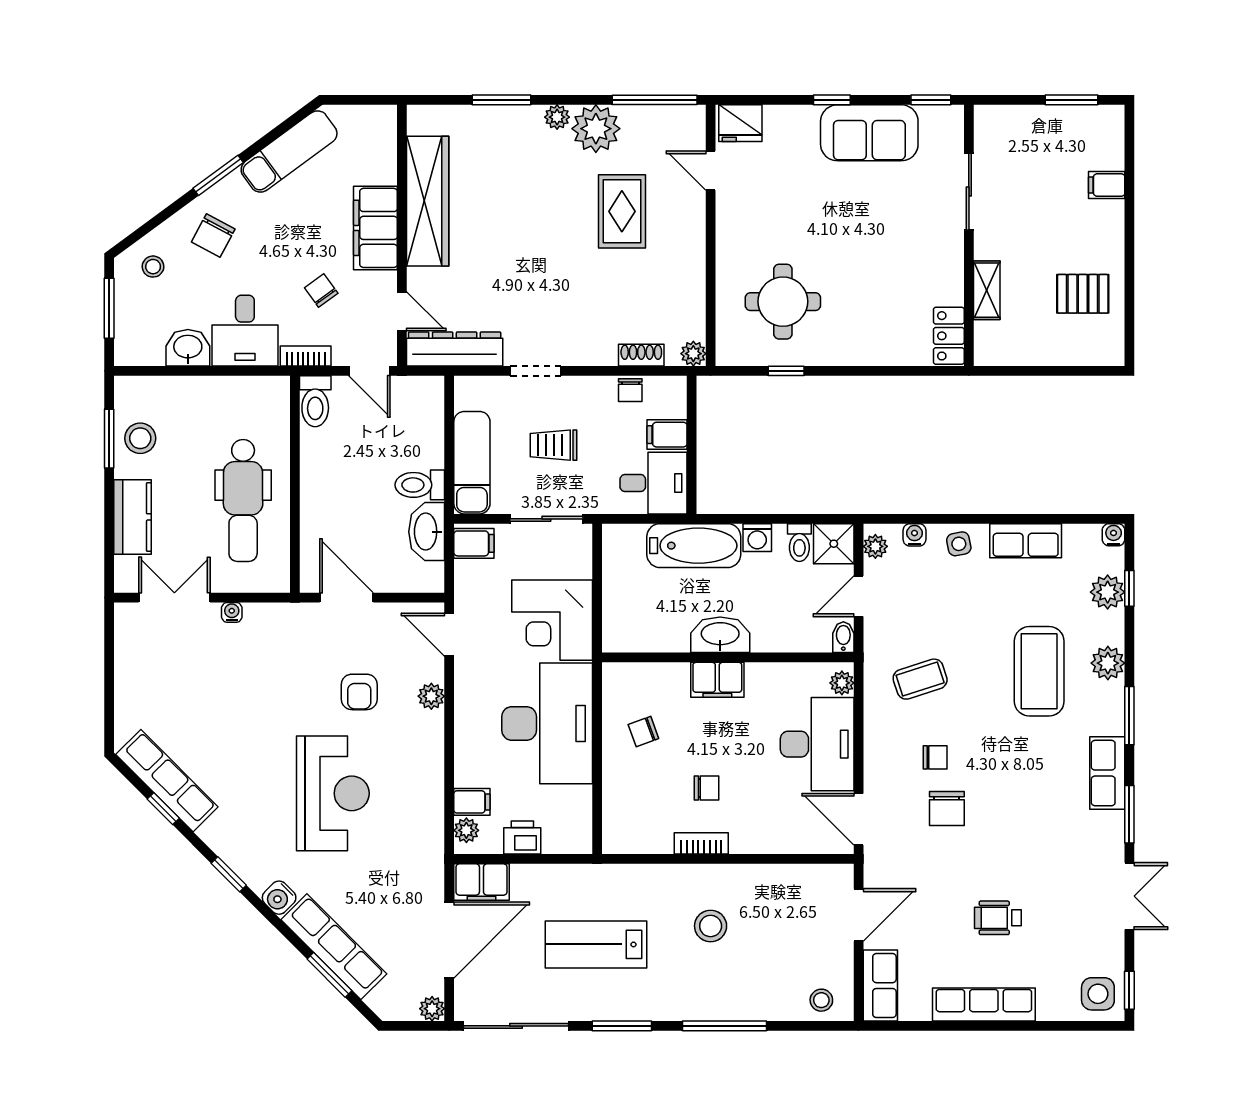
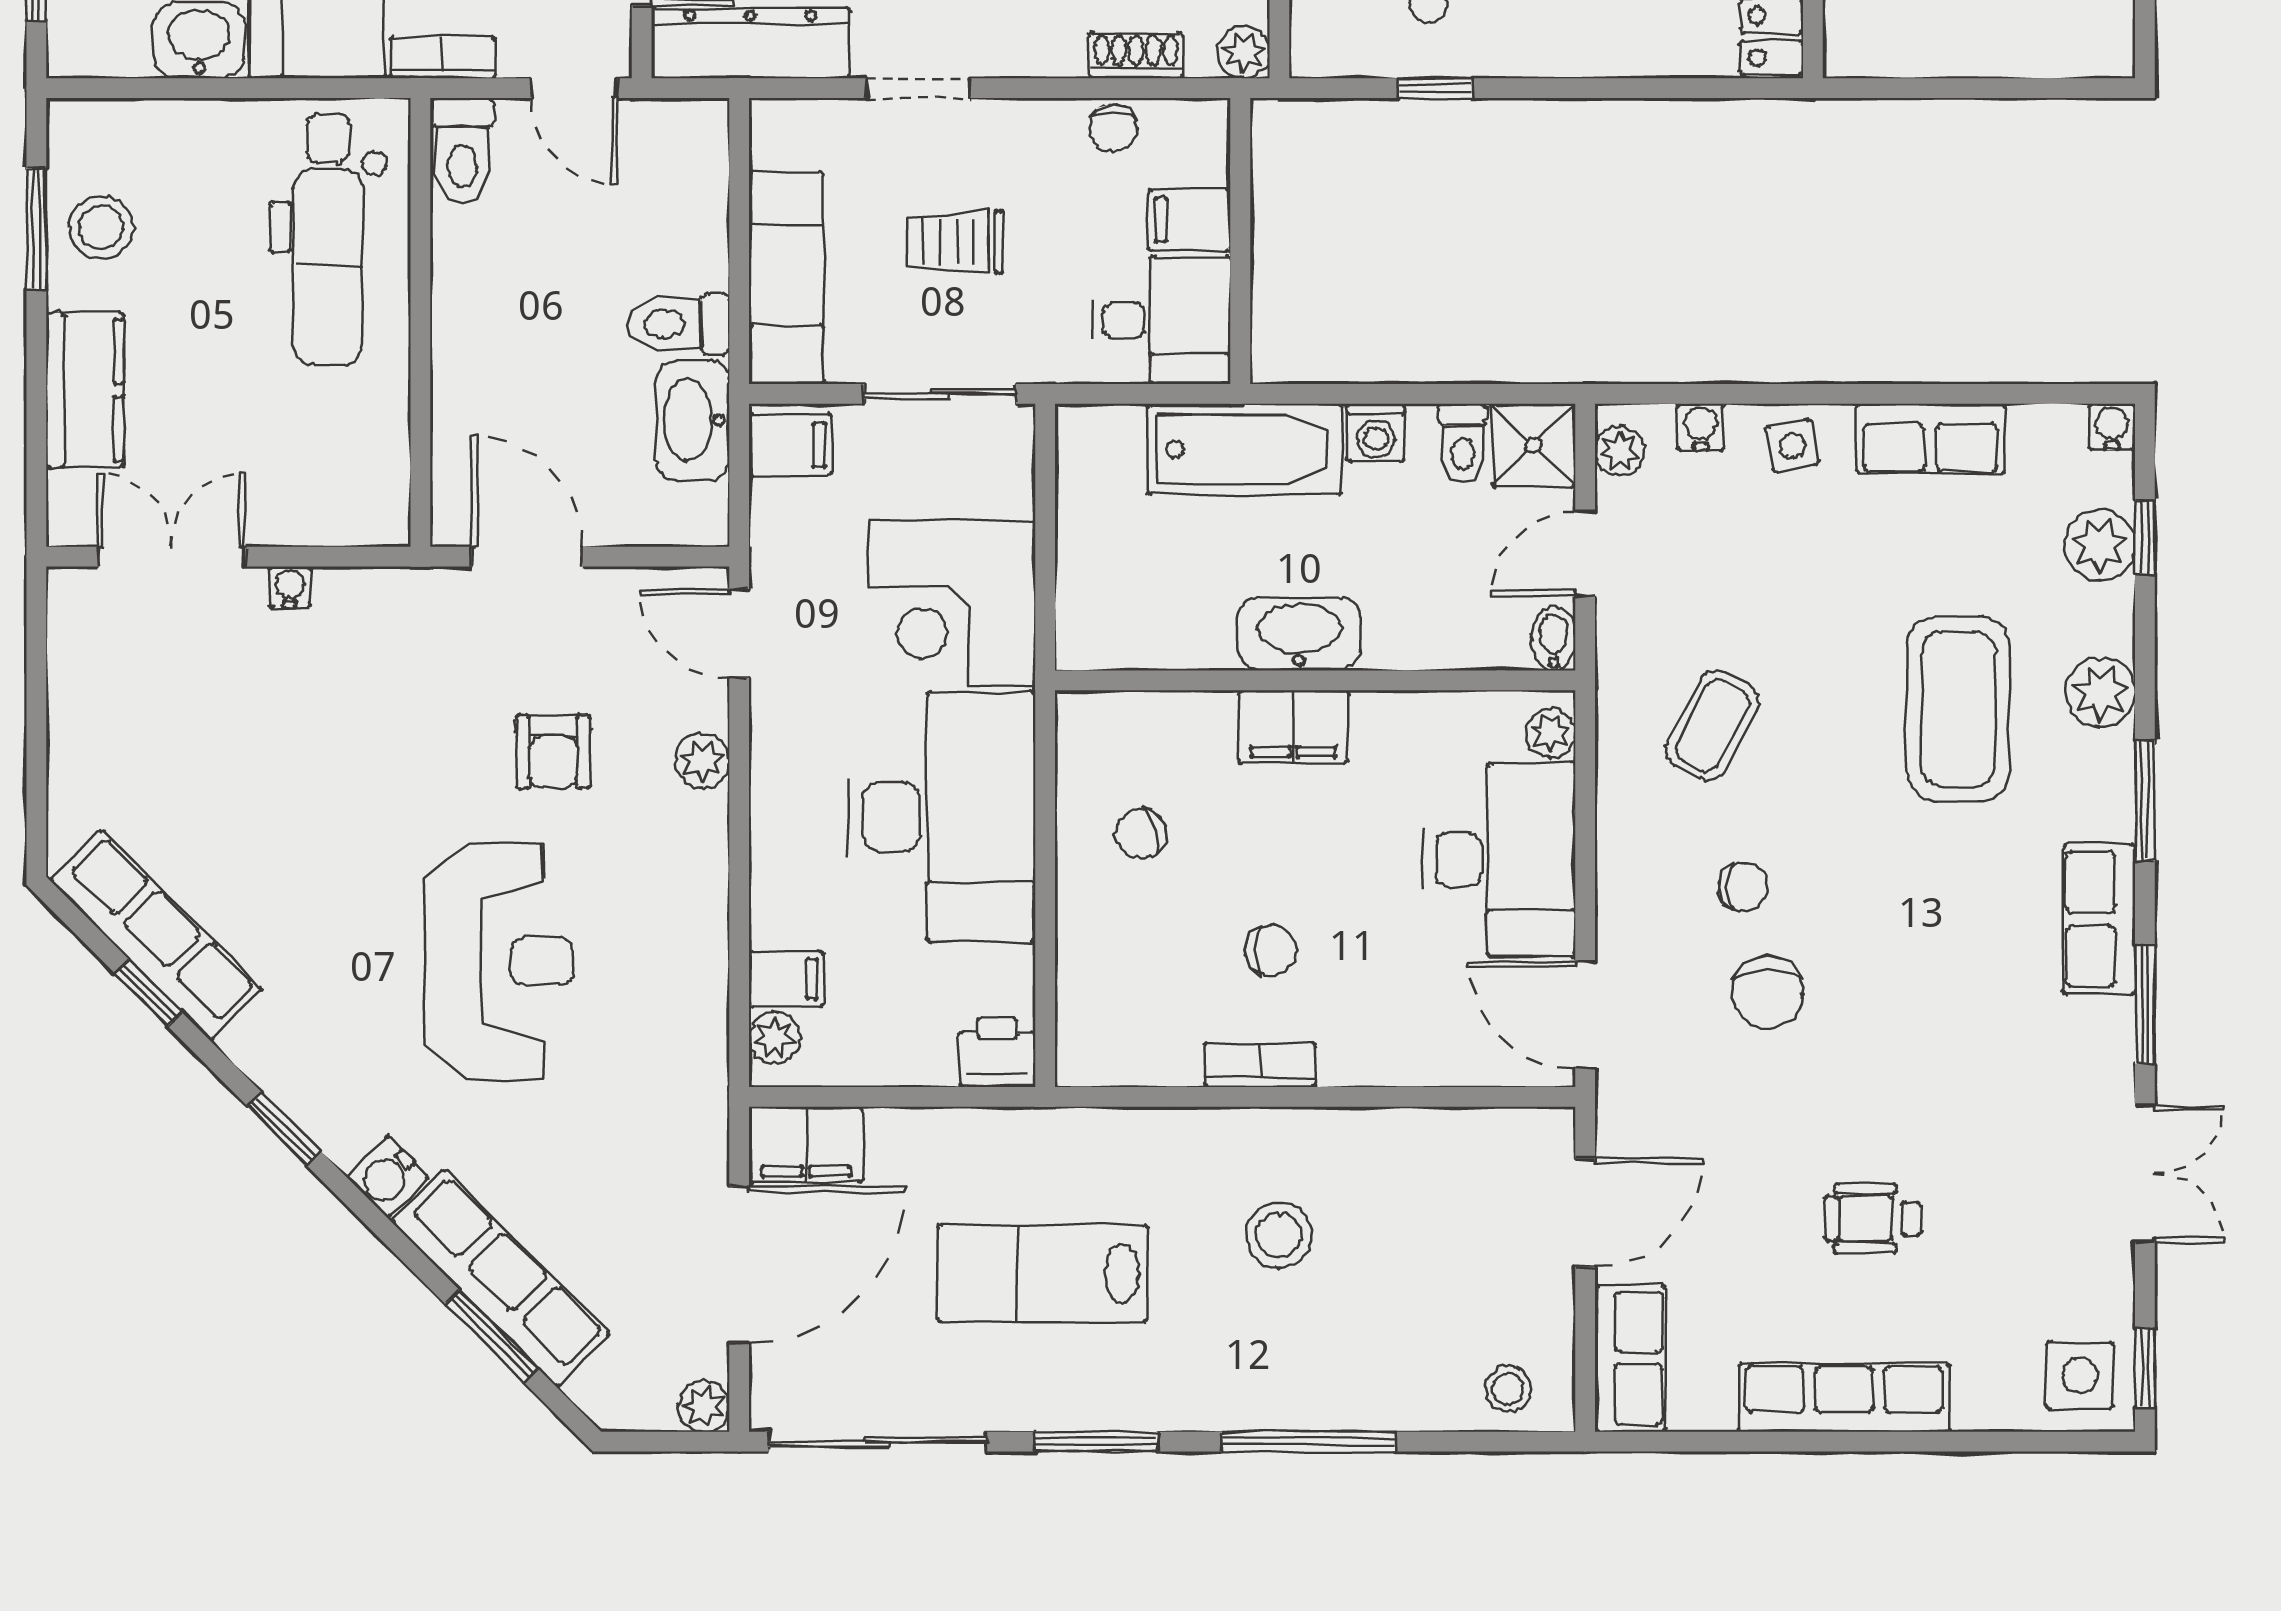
dental chair: (243, 500) -> (328, 239), moved
coffee table: (920, 679) -> (1712, 725), turned -44
printer: (522, 838) -> (997, 1053), moved

